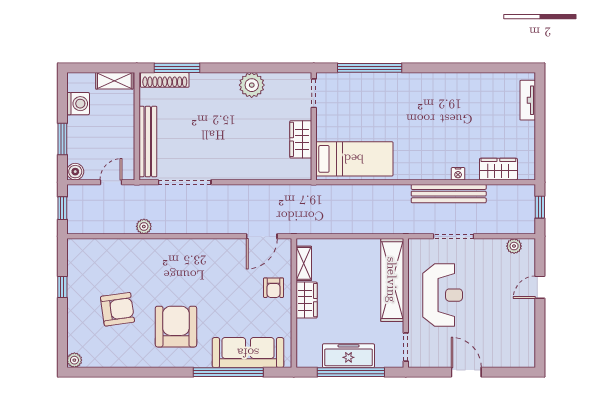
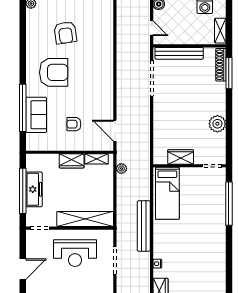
bench: (449, 194) -> (144, 226), moved
plant: (144, 226) -> (121, 169), moved
armchair: (274, 288) -> (74, 124), moved
sofa: (248, 353) -> (36, 115), width x0.73

